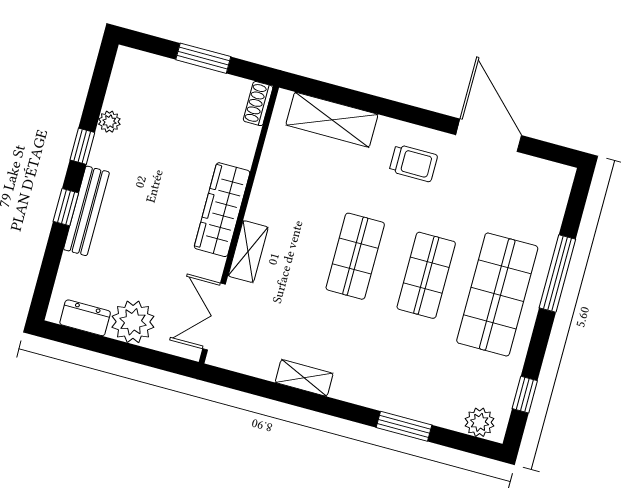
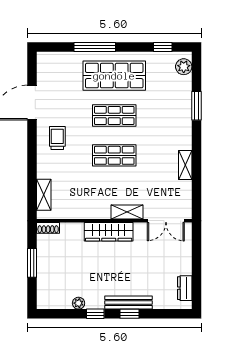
shelving: (332, 120) -> (44, 195), width x0.67, depth x0.75
plant: (133, 322) -> (180, 262), removed

